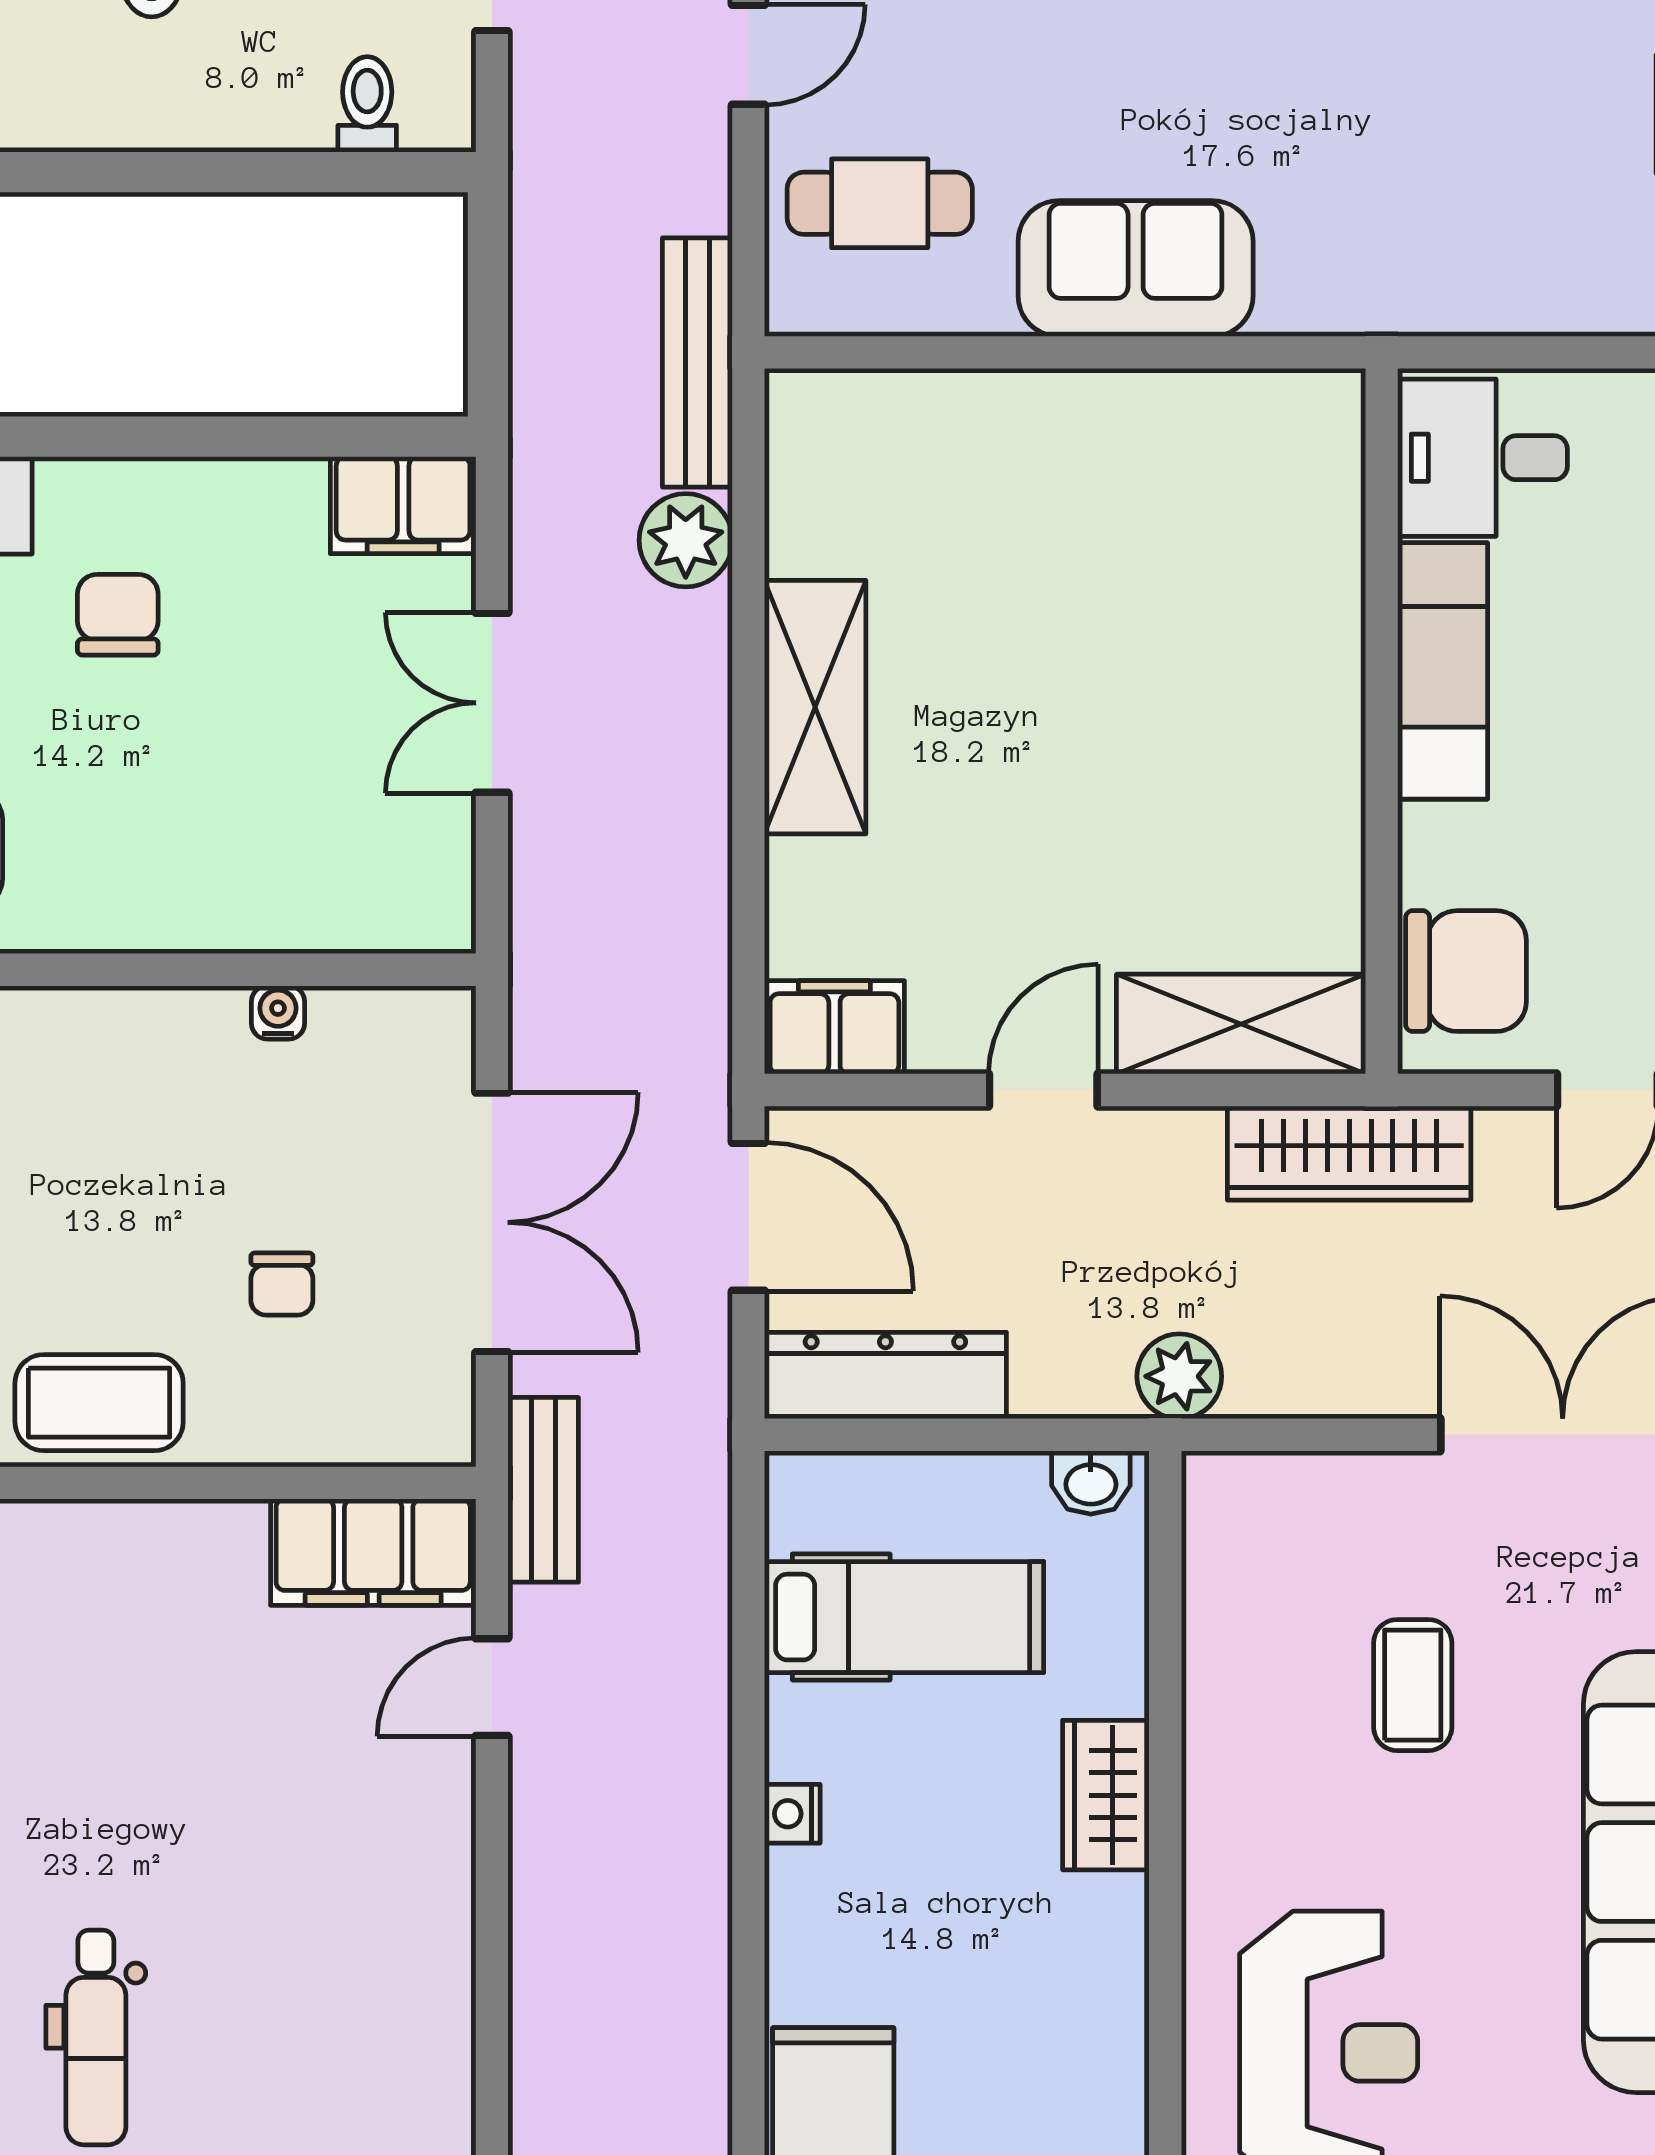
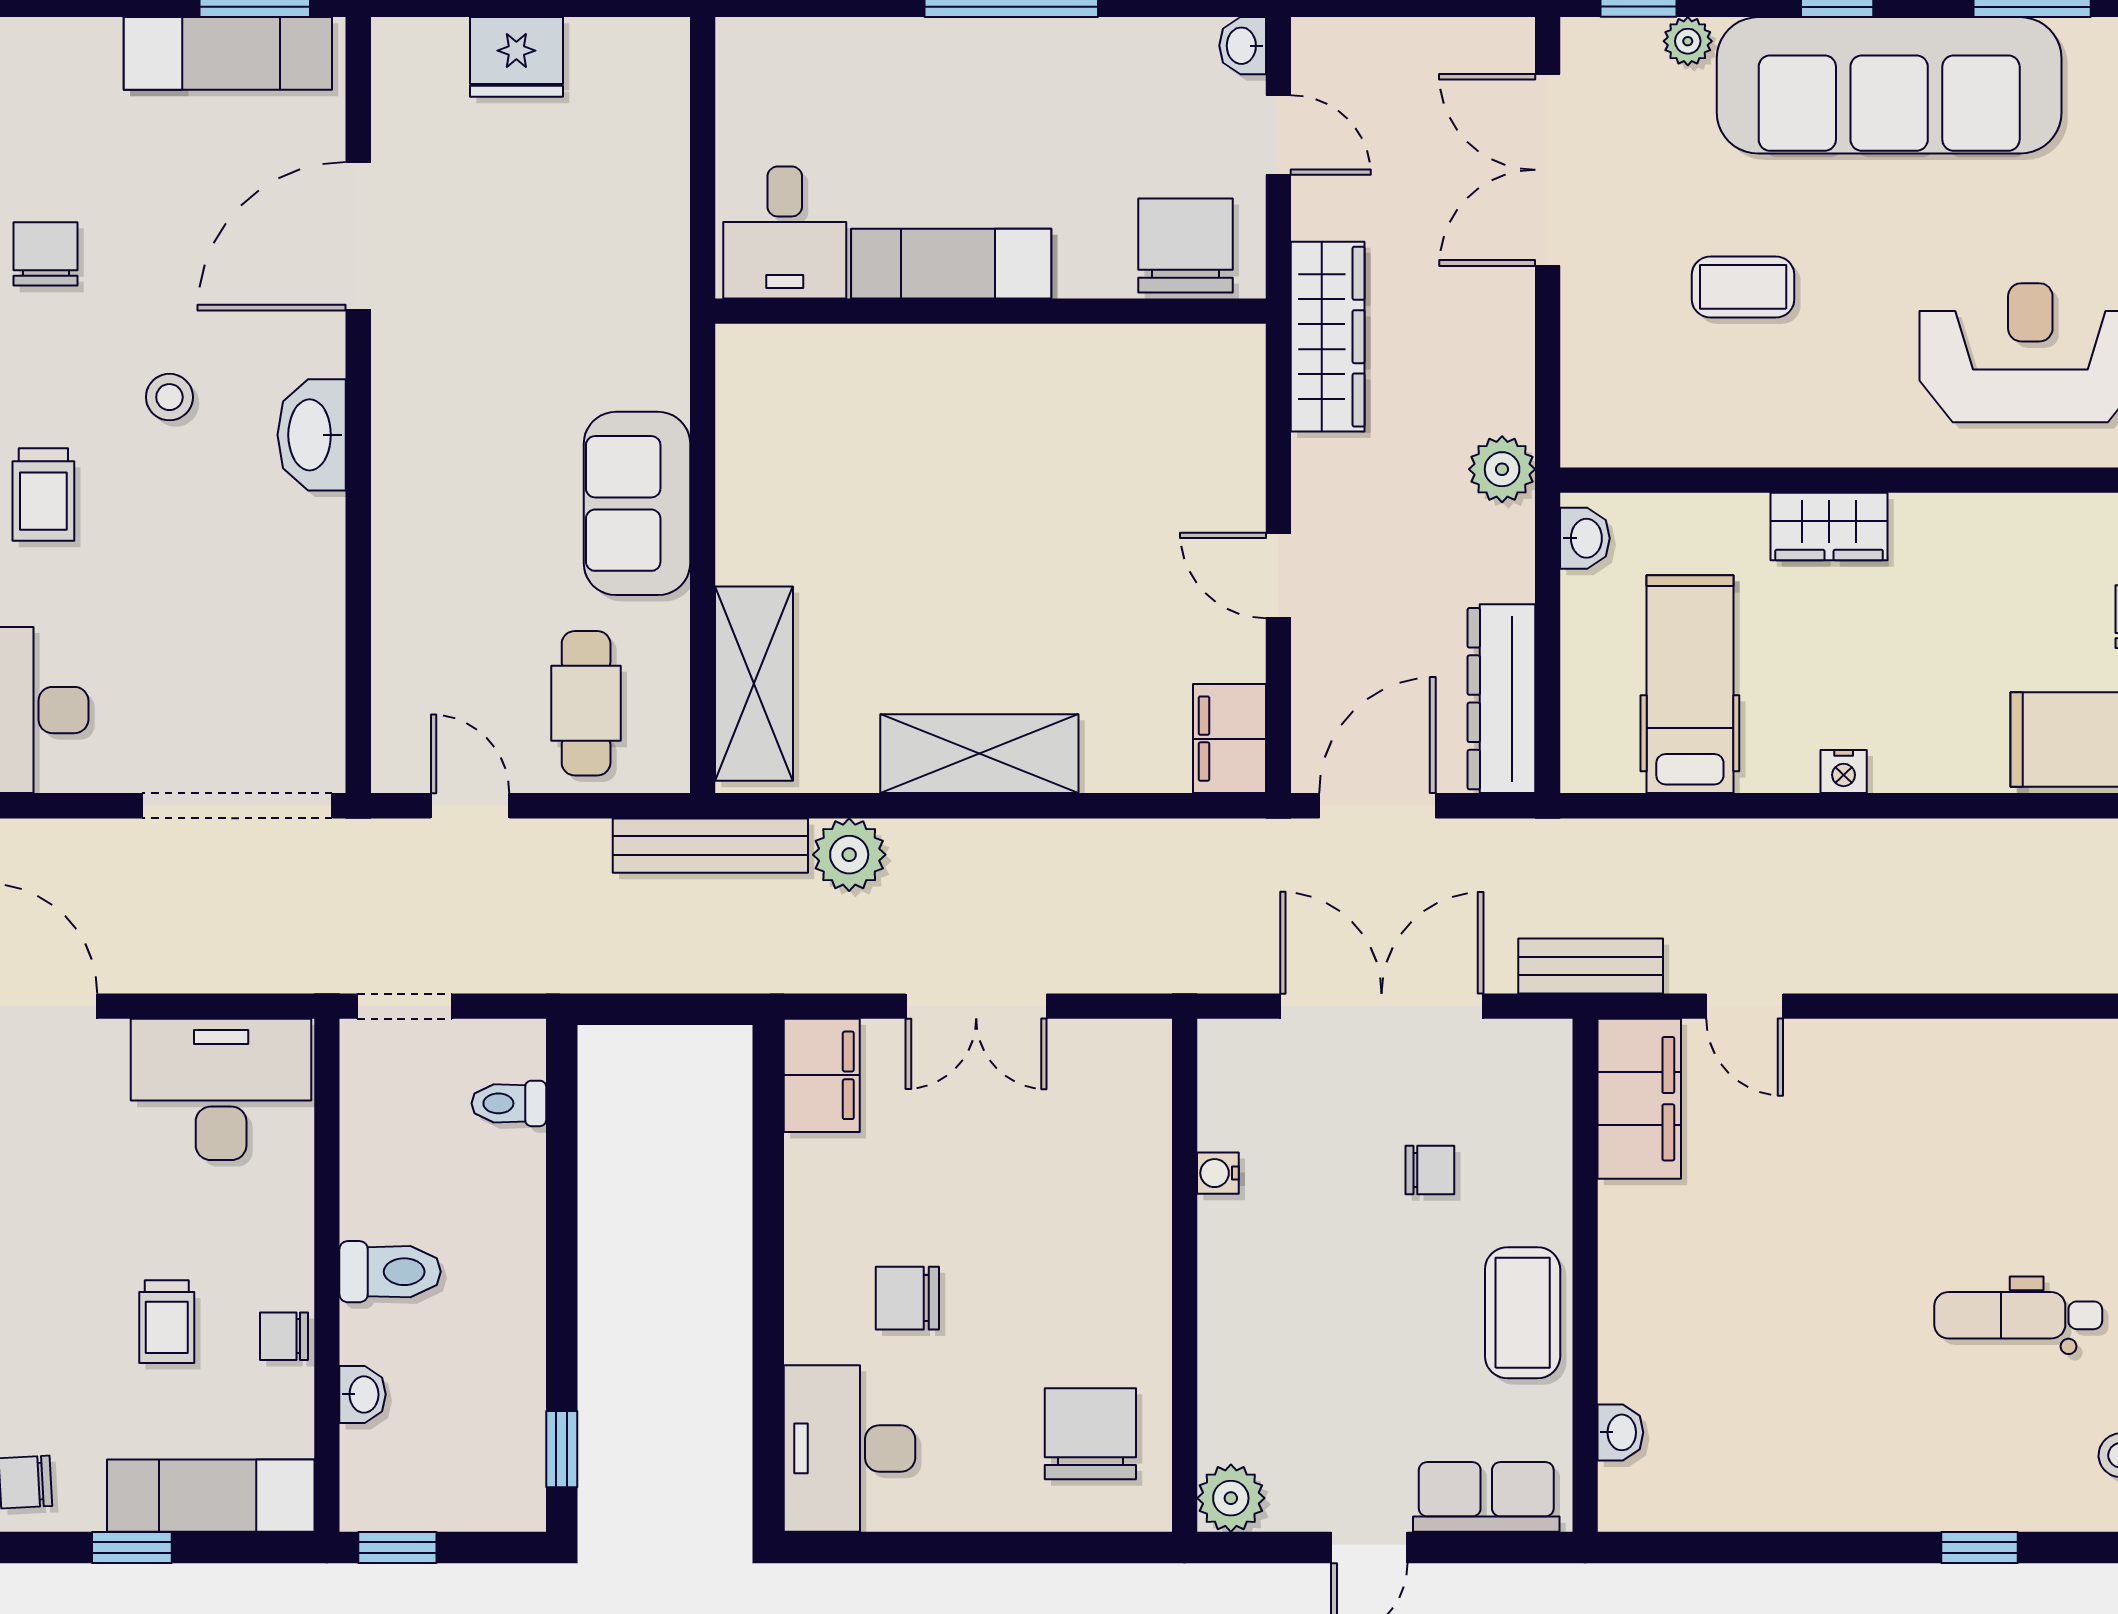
shelving: (1241, 1024) -> (754, 684), moved
dental chair: (96, 2037) -> (2018, 1315), turned 180

